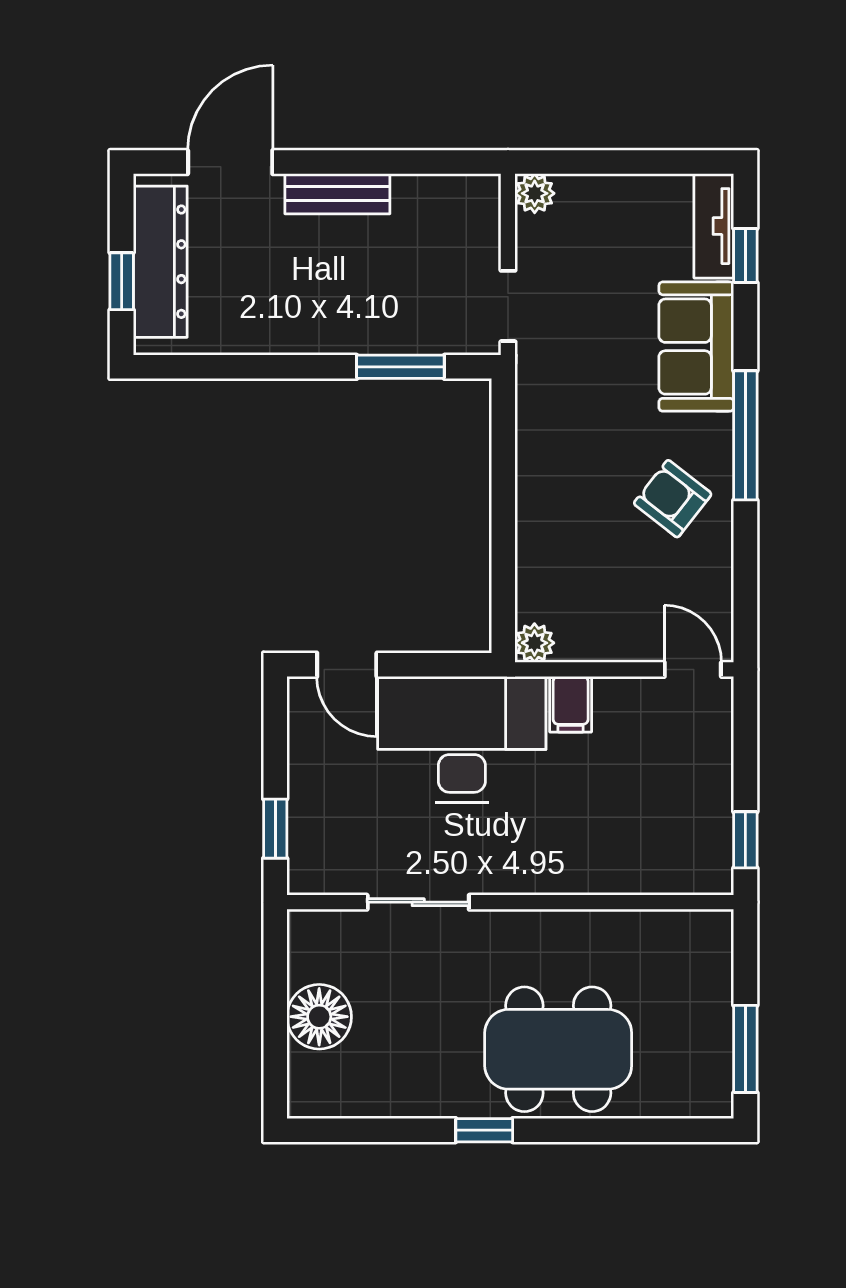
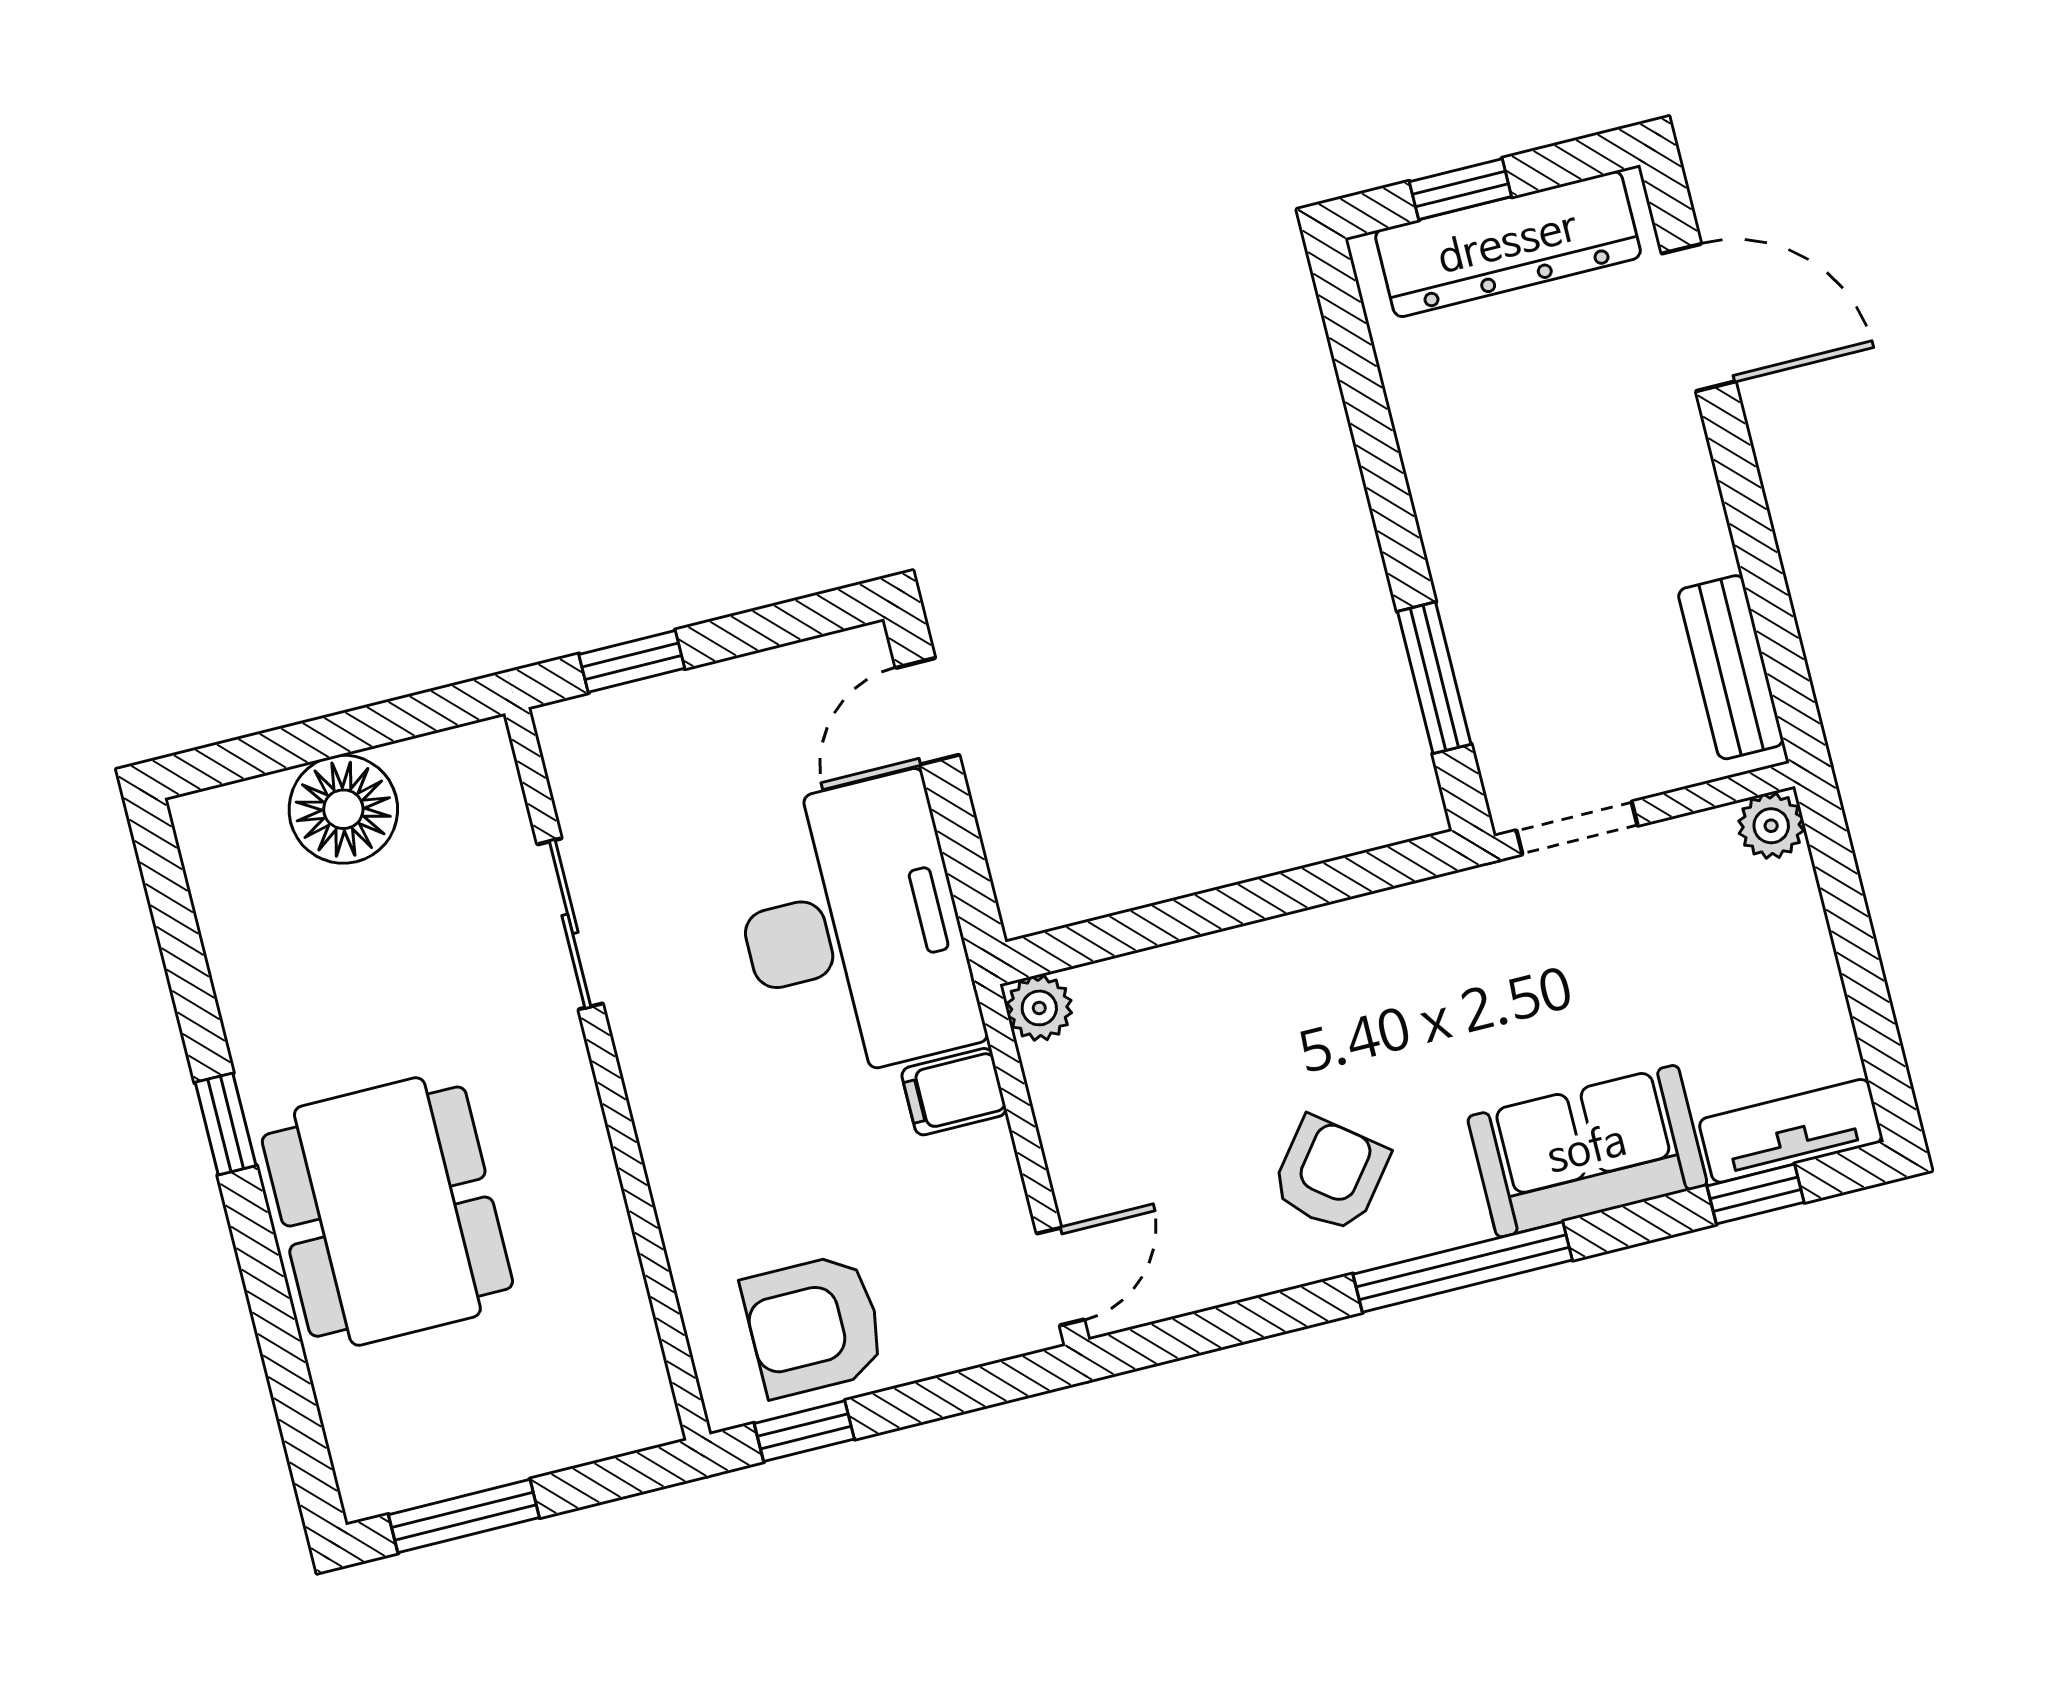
bench: (337, 194) -> (1731, 667), moved
armchair: (686, 819) -> (814, 1325), added

